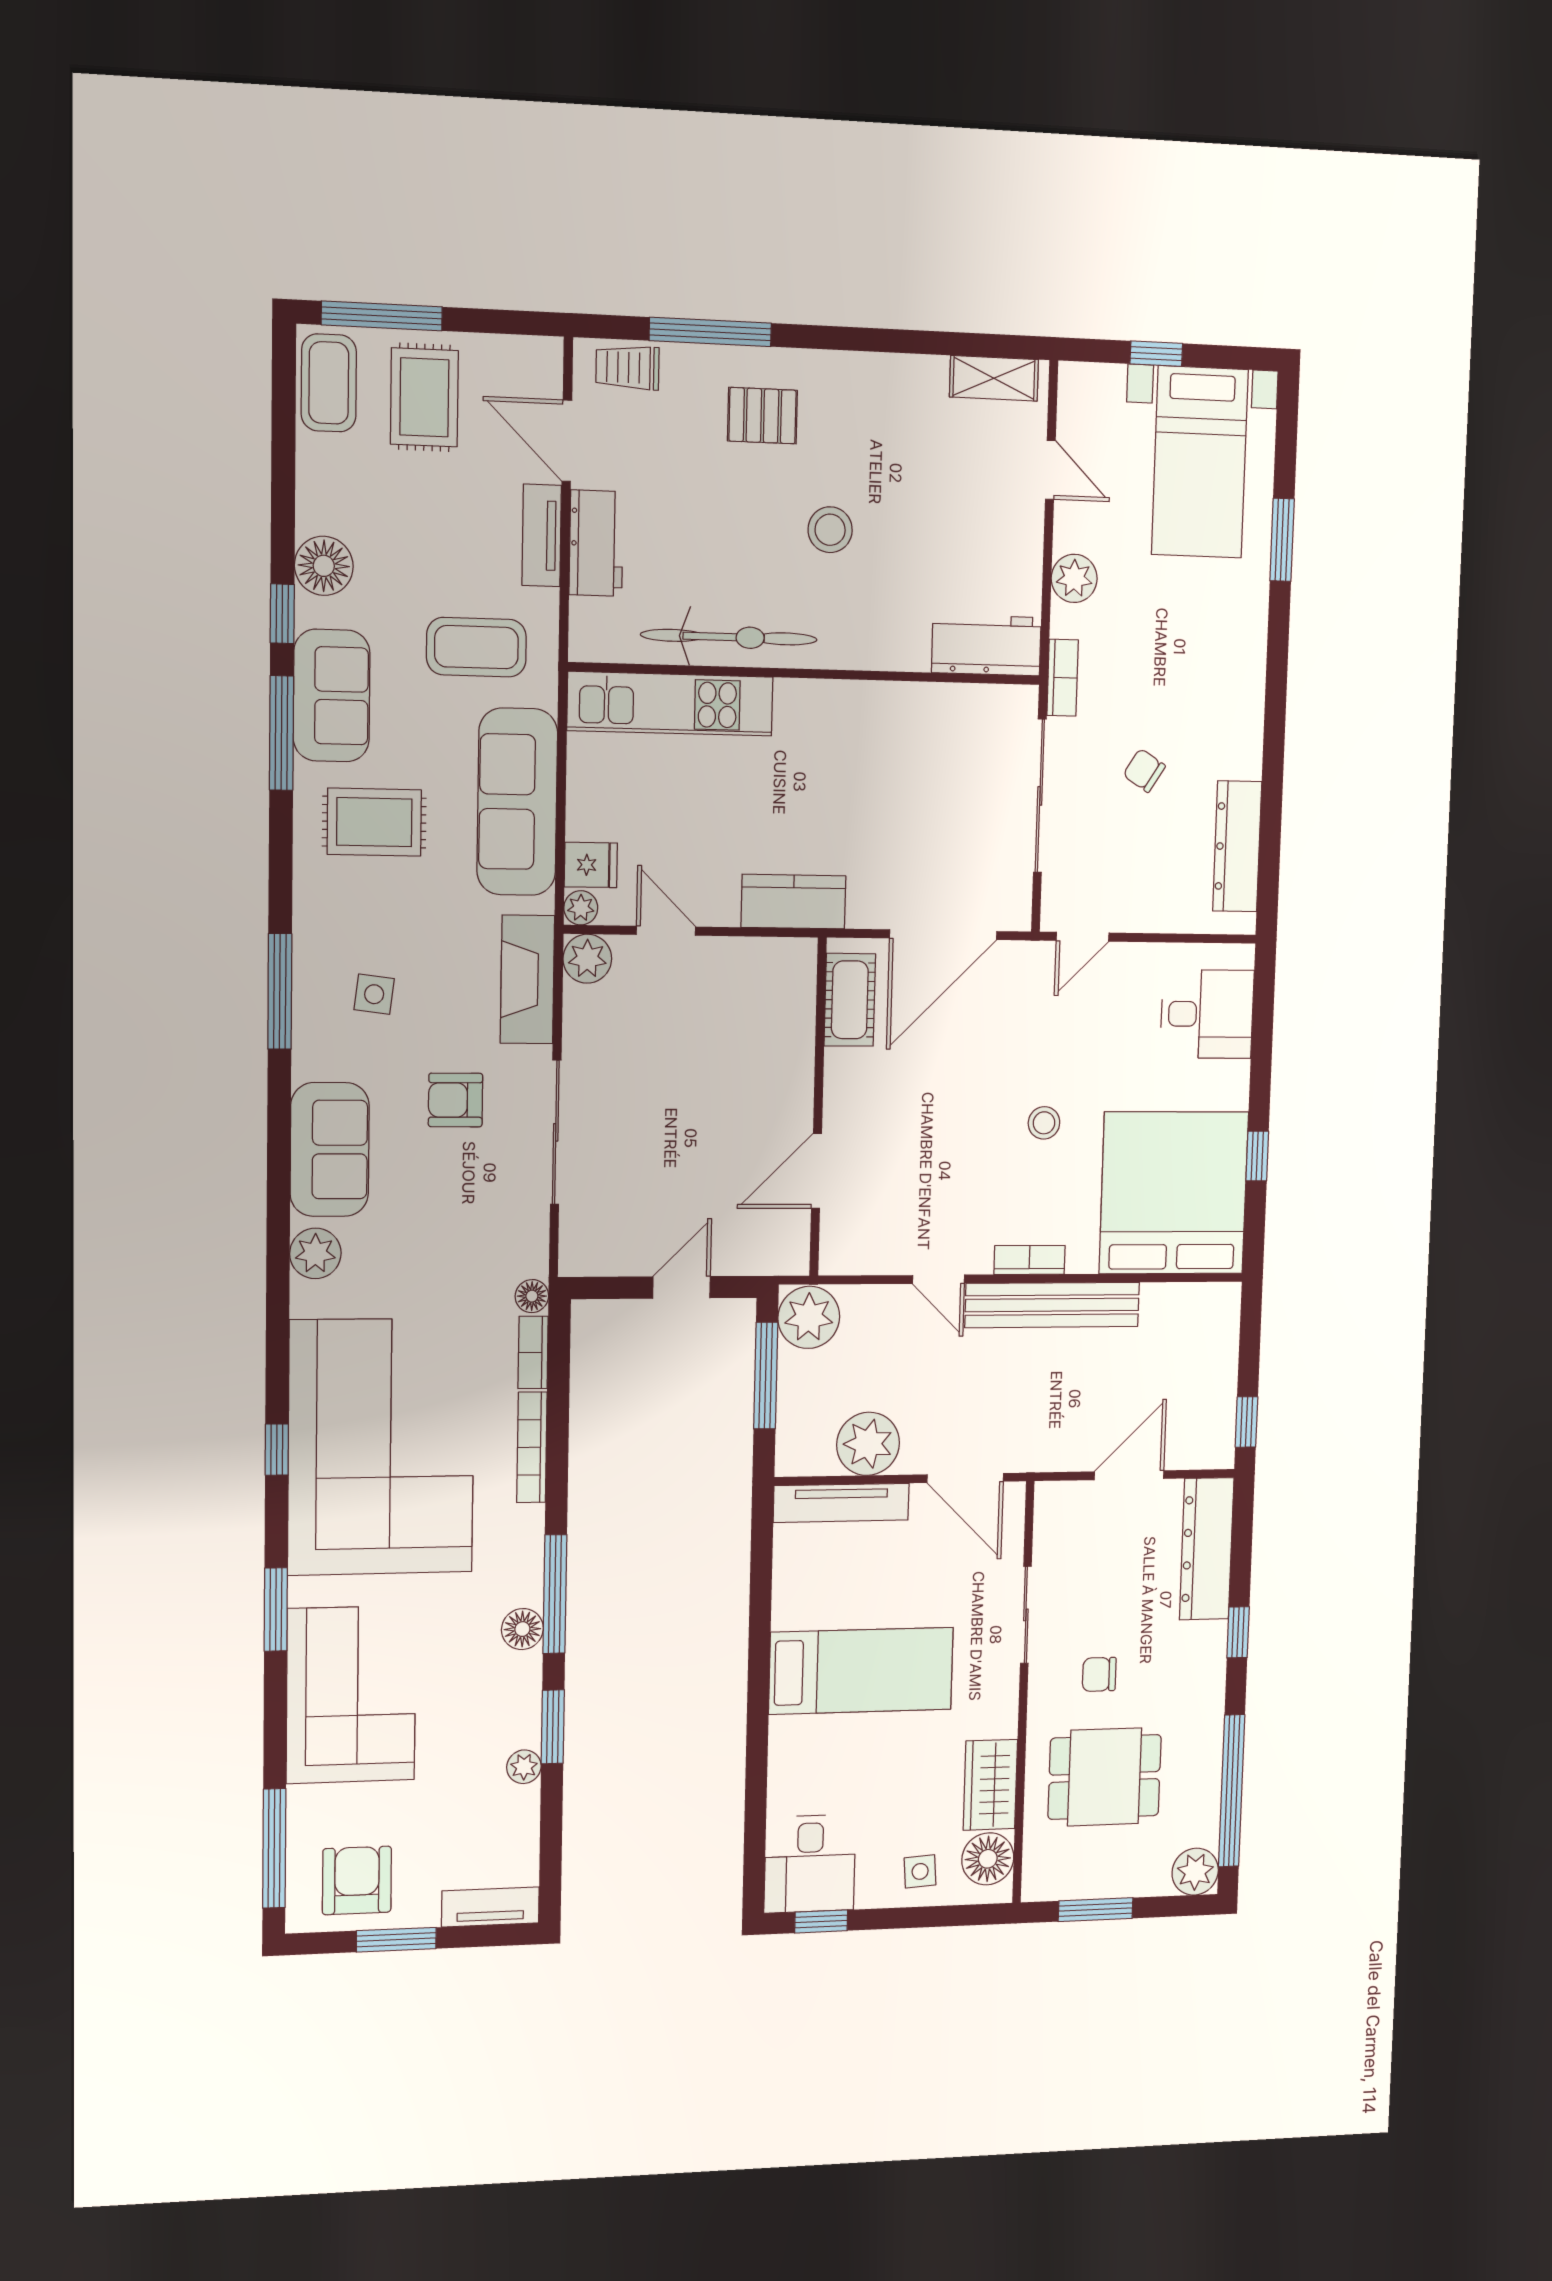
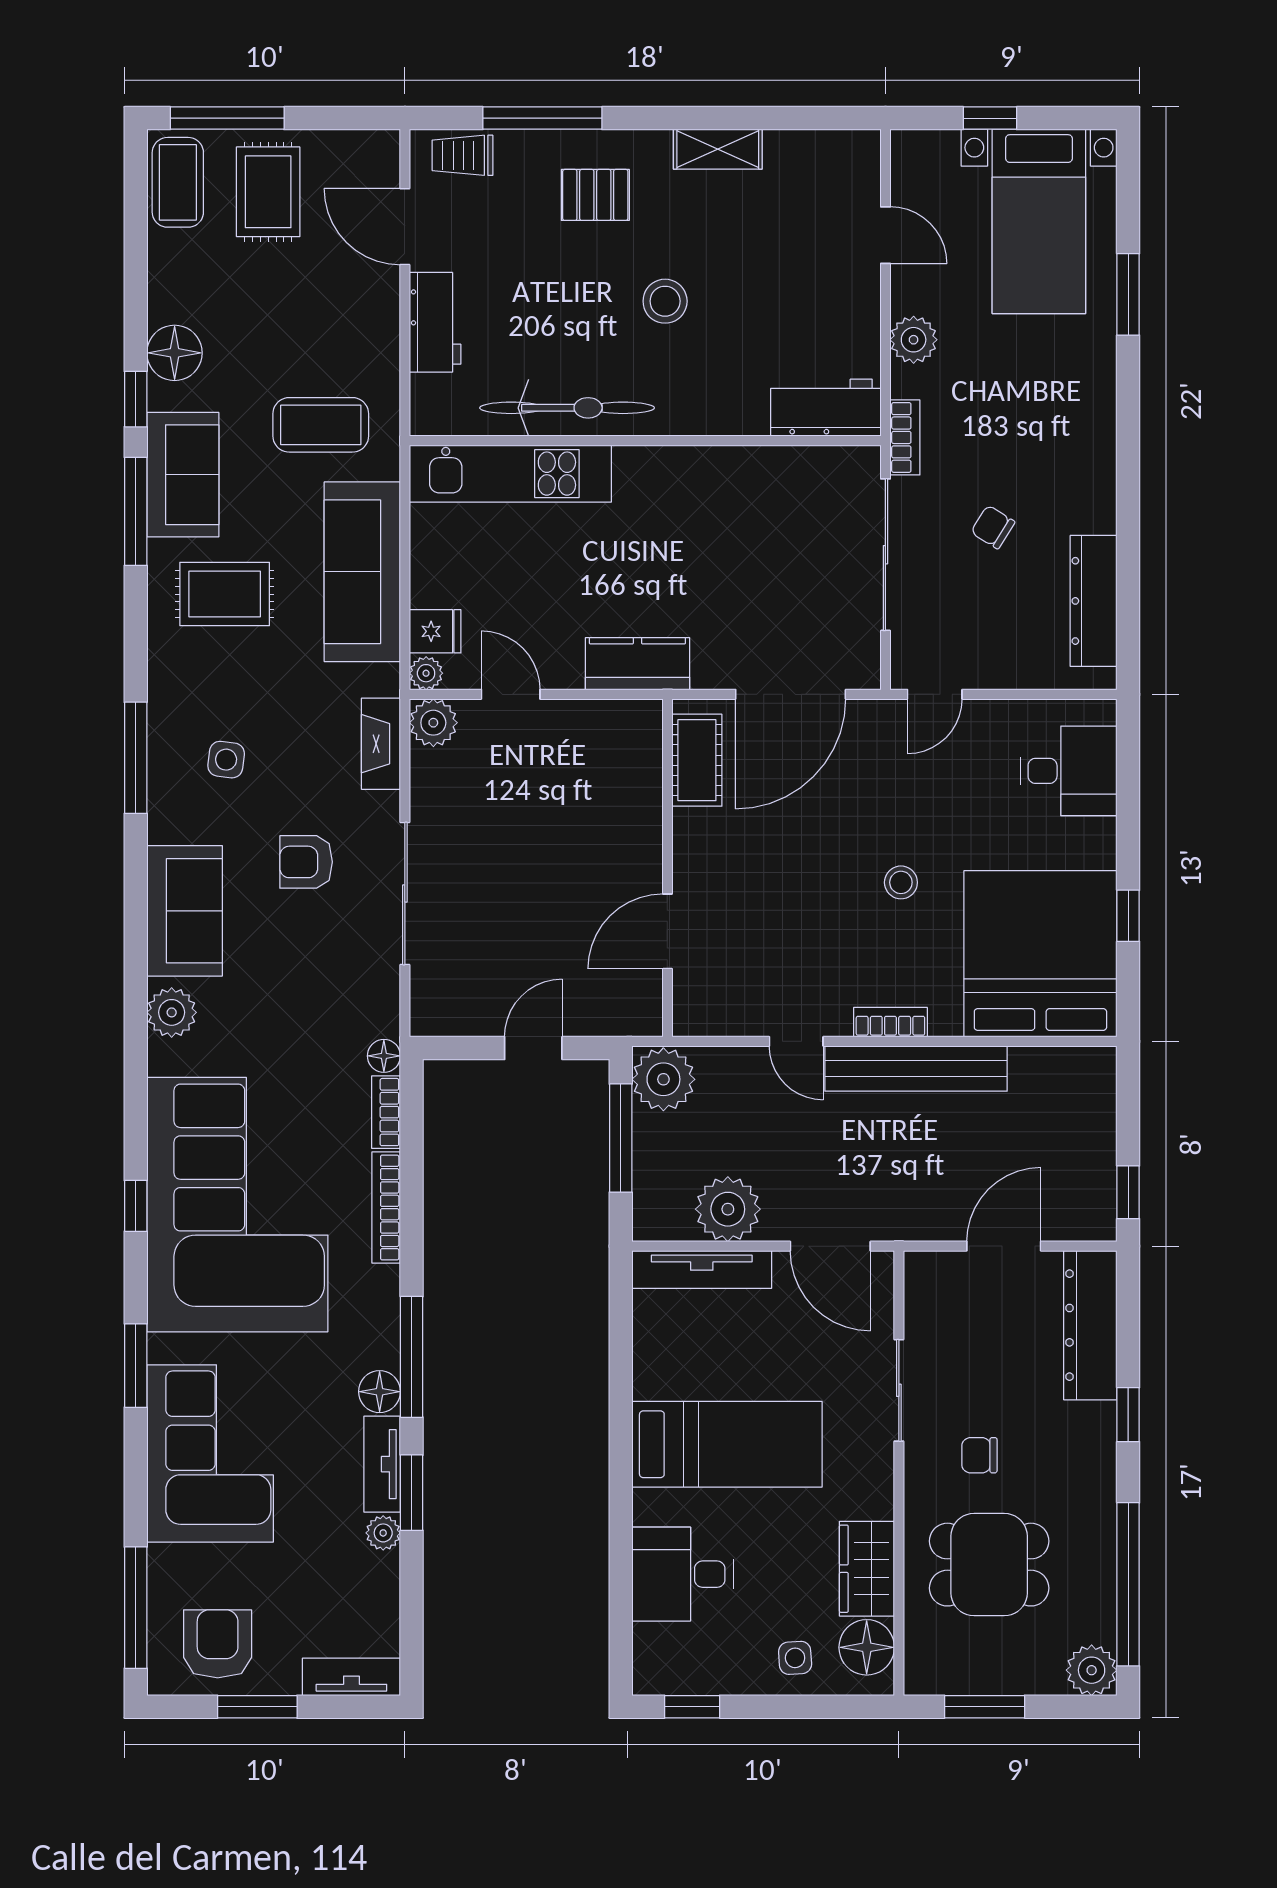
shelving: (994, 378) -> (718, 149), moved
tv unit: (542, 535) -> (382, 1464), moved
fireplace: (527, 979) -> (381, 744), width x0.73, depth x0.76
desk: (810, 1864) -> (682, 1574), moved, turned 90

